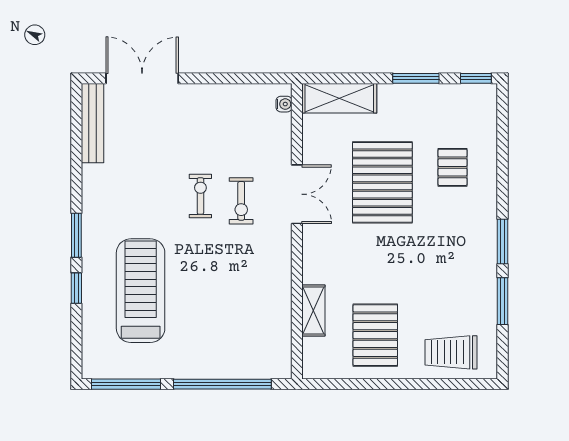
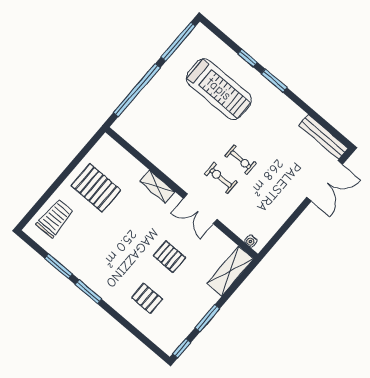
pallet: (382, 182) -> (170, 257), width x0.49, depth x0.50
shelving: (313, 310) -> (157, 187), moved

